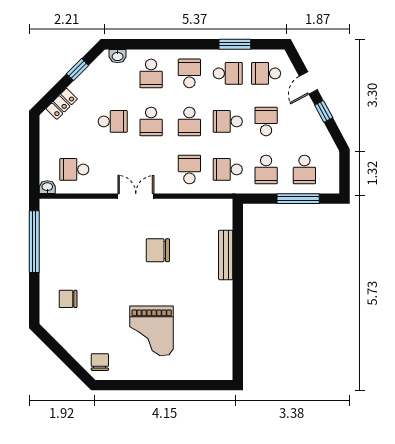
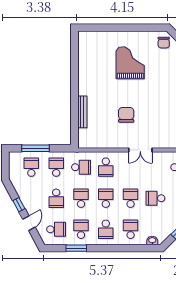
school desk: (228, 73) -> (81, 229), turned 90
school desk: (228, 121) -> (81, 198), turned -90
chair: (158, 250) -> (126, 115), turned -90

